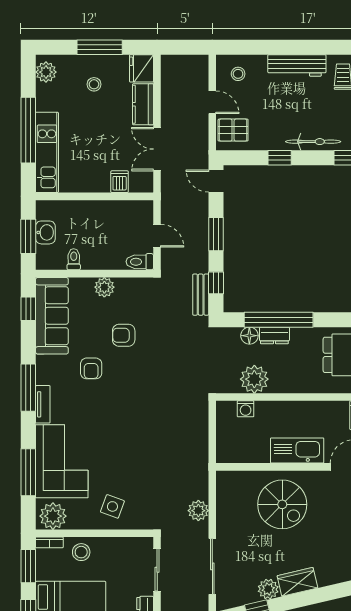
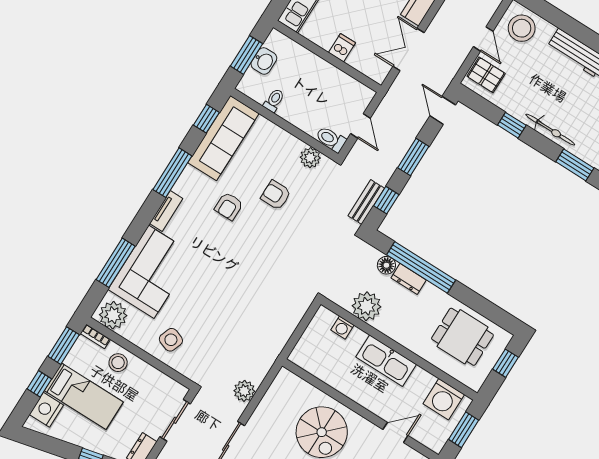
stool: (238, 74) -> (522, 28), width x1.89, depth x1.89
dishwasher: (120, 182) -> (342, 48), moved
plant: (104, 287) -> (310, 158), moved
window: (28, 388) -> (172, 173), moved
kitchen sink: (297, 451) -> (386, 361), moved, turned 180

